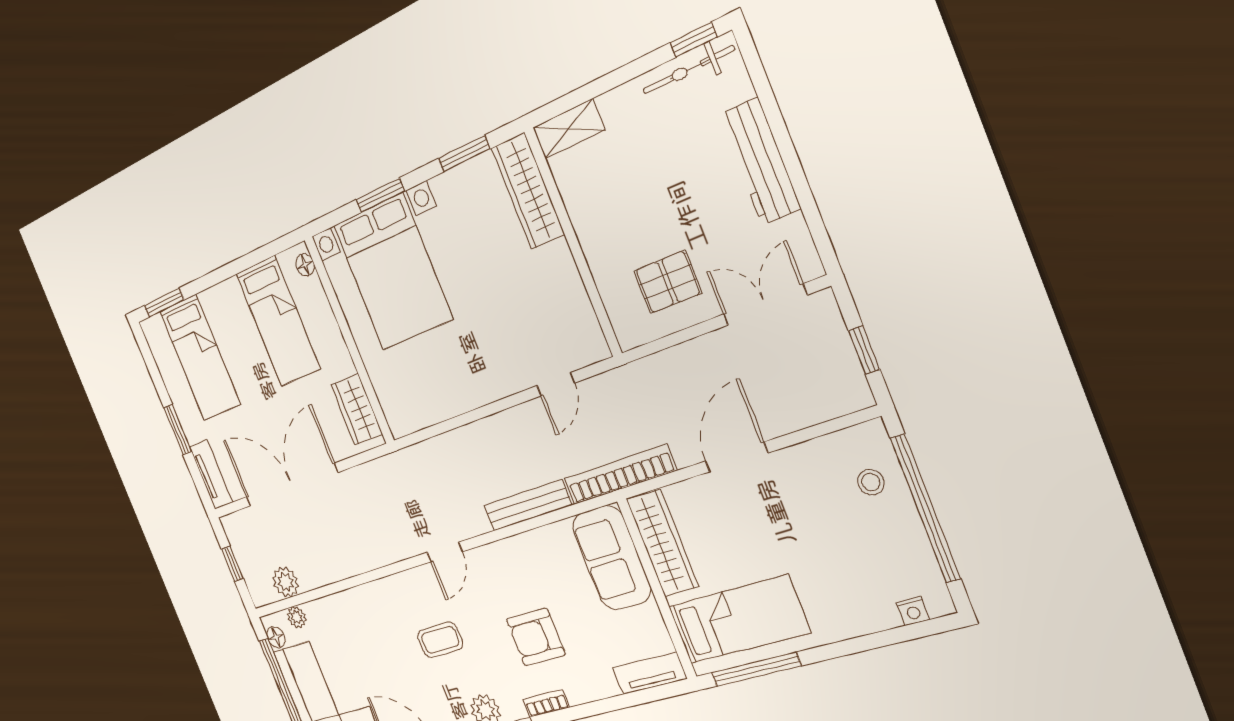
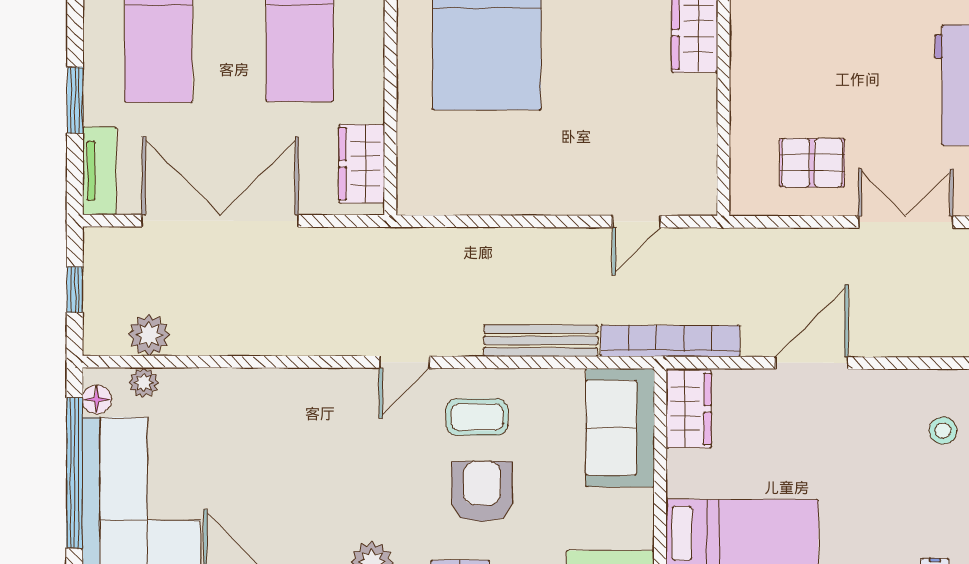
wardrobe: (662, 543) -> (689, 409), width x0.67
armchair: (536, 637) -> (482, 492), turned 90
coffee table: (440, 640) -> (477, 417), moved

